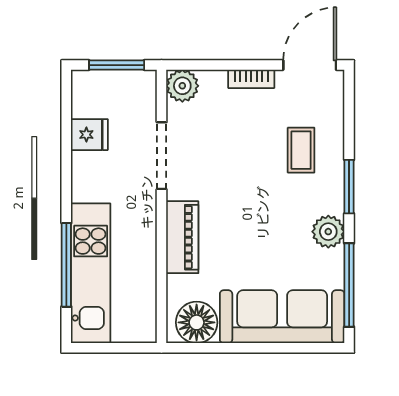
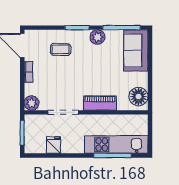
sofa: (282, 317) -> (136, 50), width x0.73

